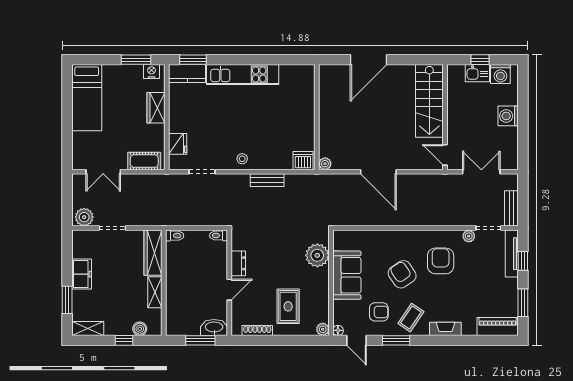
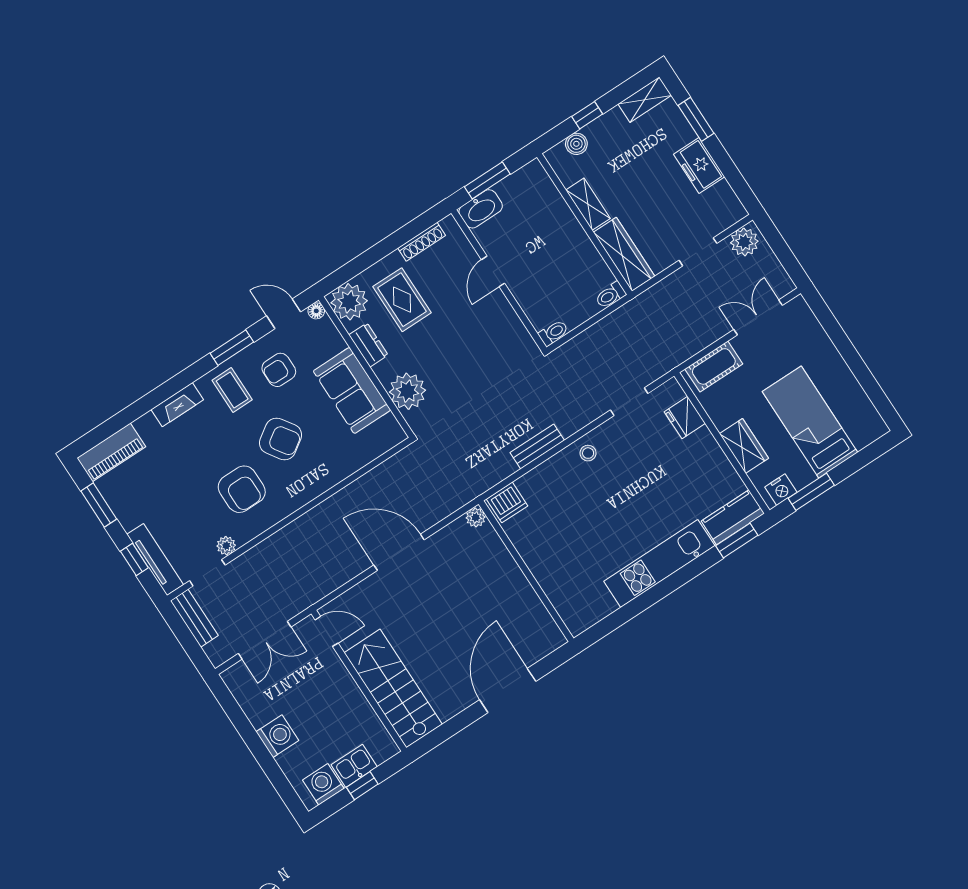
bed: (87, 98) -> (810, 422), moved
dresser: (238, 263) -> (368, 345), moved, turned 180
coffee table: (411, 318) -> (232, 390), turned -34
plant: (323, 329) -> (349, 302), width x1.88, depth x1.88

